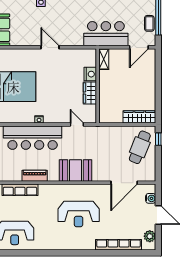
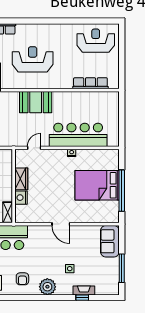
door: (77, 125) -> (34, 148), swing flipped
piano: (35, 176) -> (76, 97), removed

